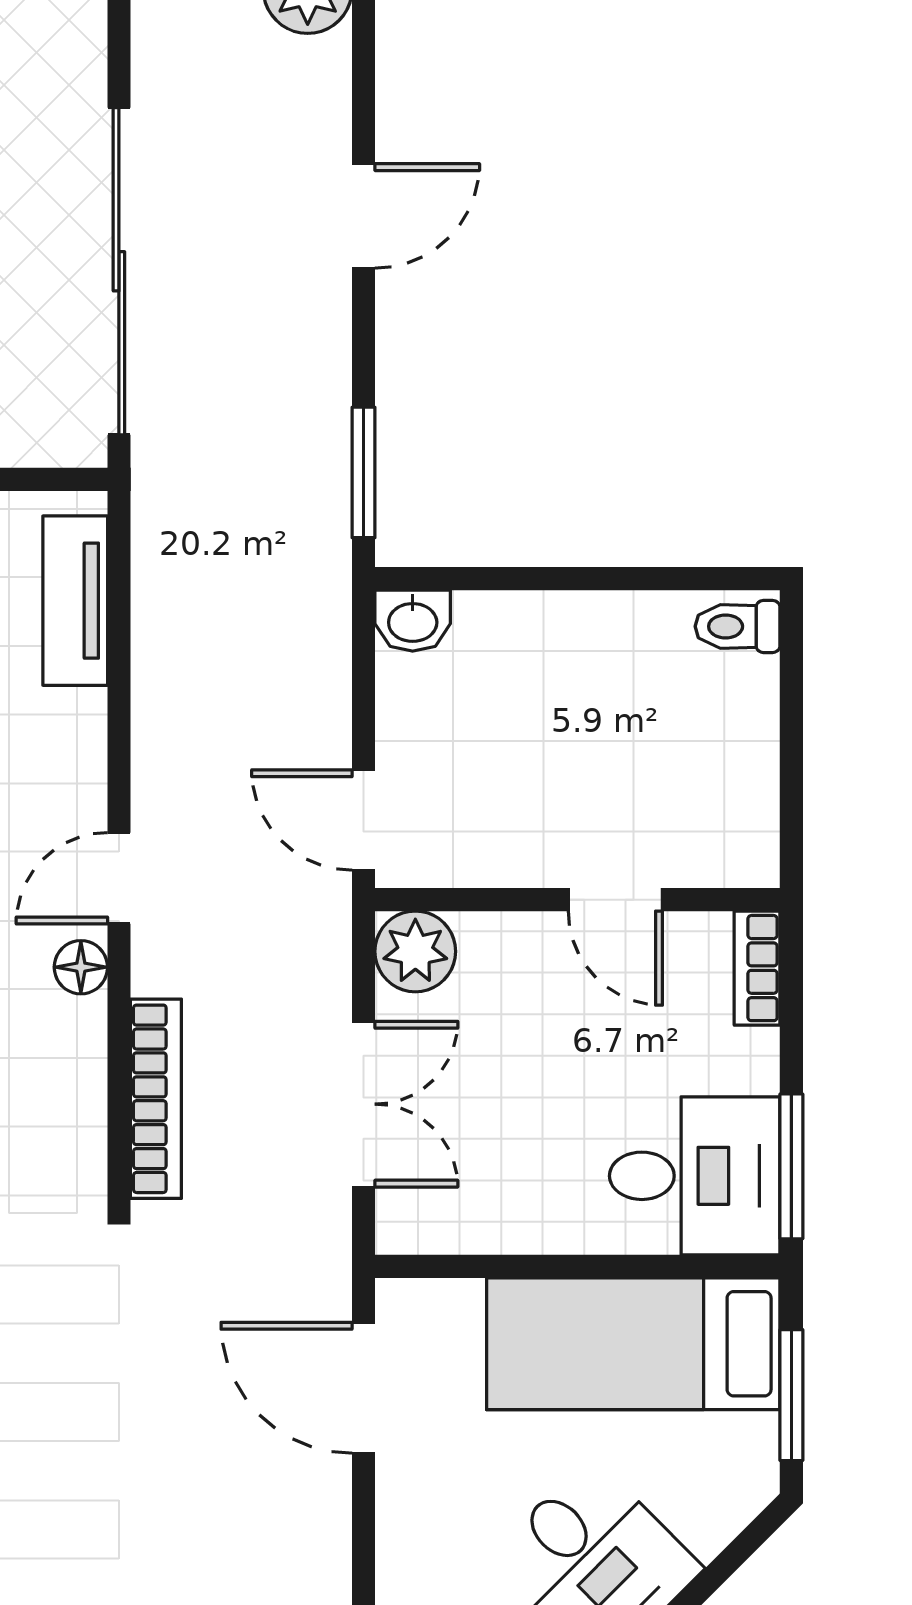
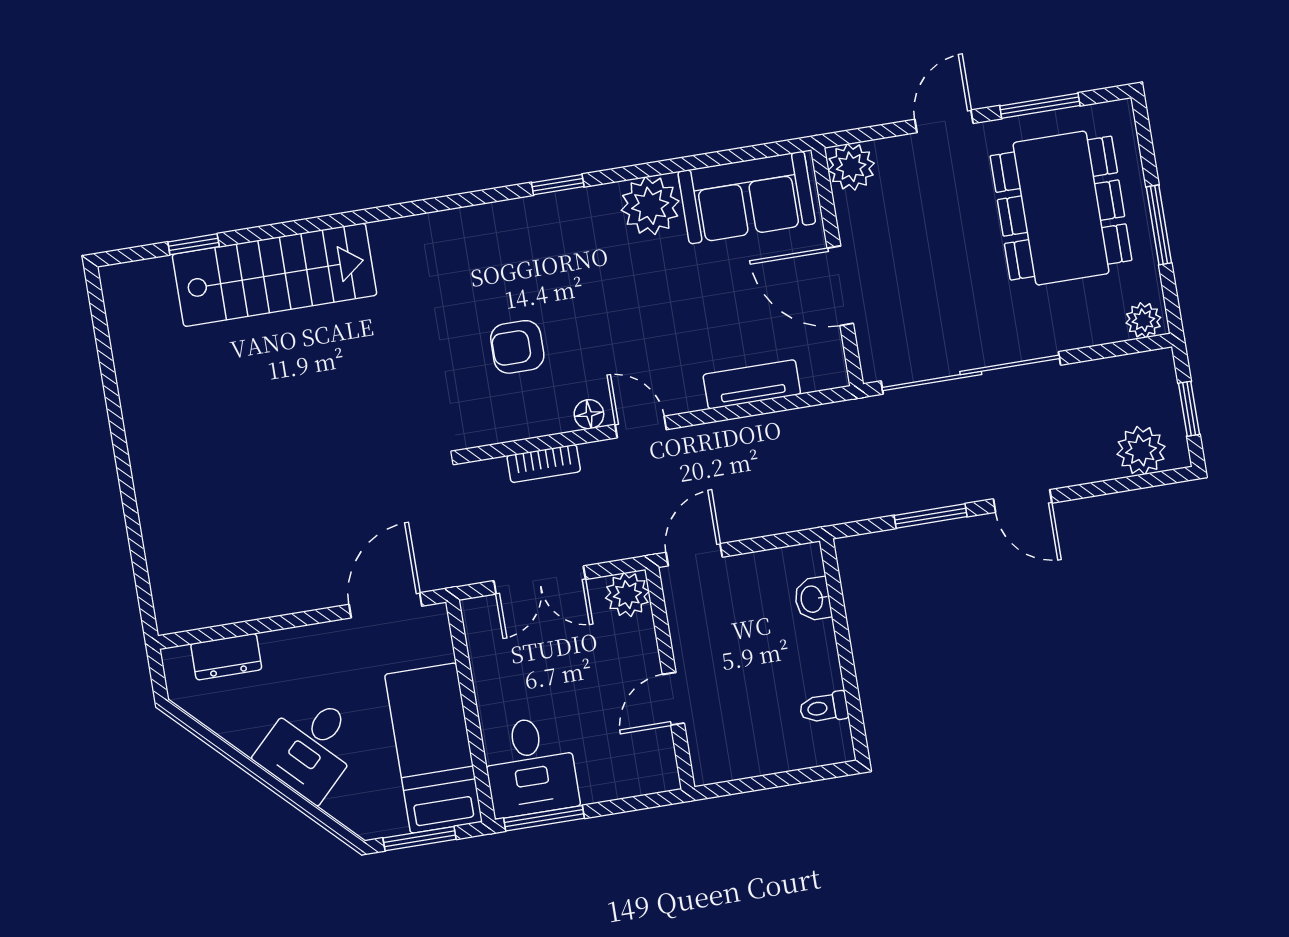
window: (363, 472) -> (931, 516), moved
tv unit: (75, 601) -> (752, 384), moved
washbasin: (413, 621) -> (813, 599), moved
toilet: (737, 626) -> (824, 708), moved, turned -90
bookcase: (757, 968) -> (649, 782), removed
bookcase: (156, 1099) -> (544, 464), width x0.64

